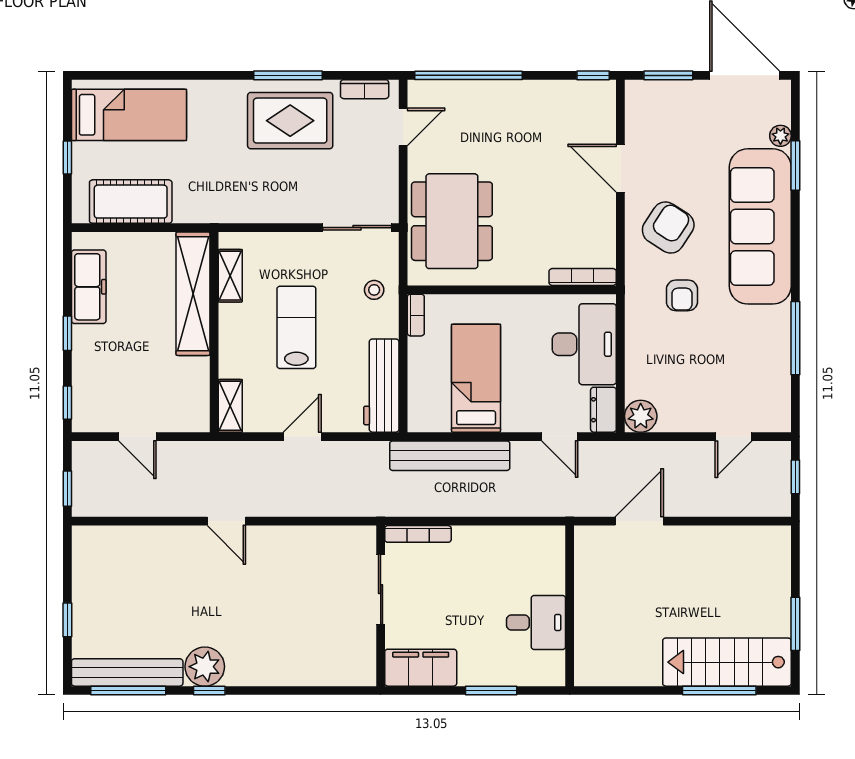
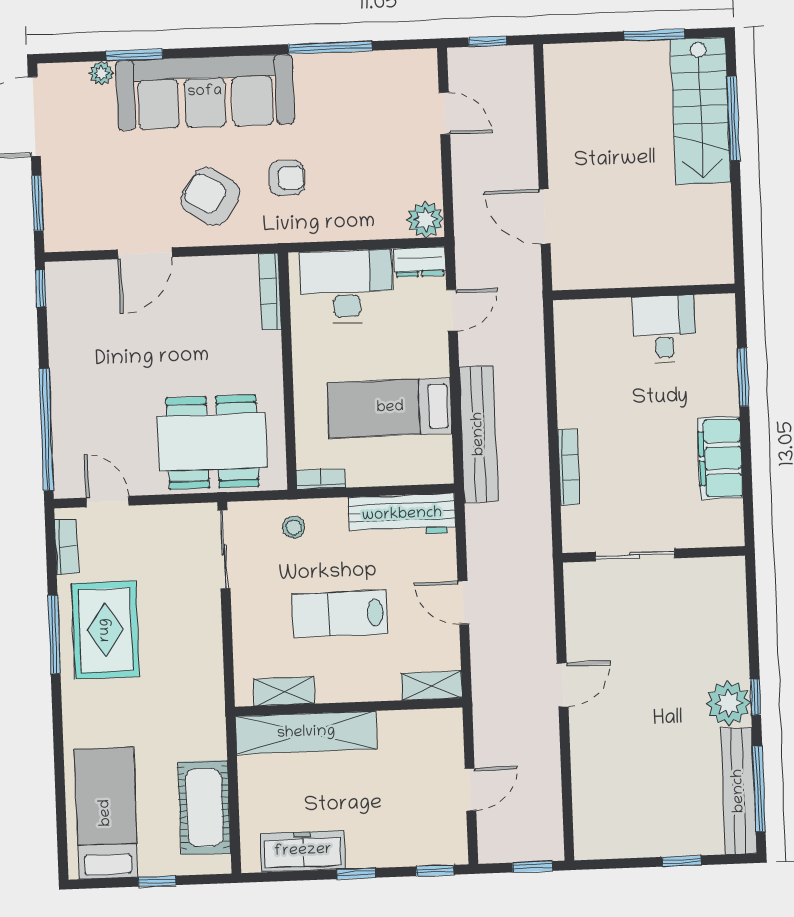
sliding door: (381, 589) -> (635, 555), moved
wall: (381, 606) -> (654, 554), moved

